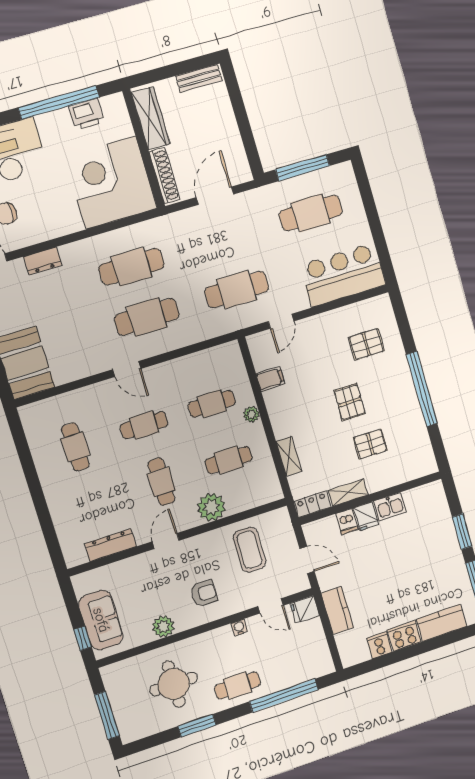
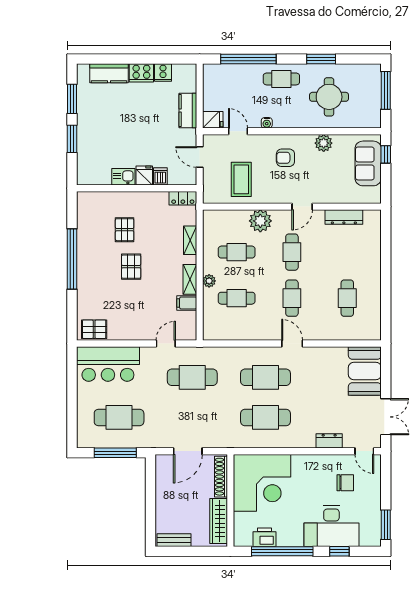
pallet: (366, 344) -> (94, 329), moved
cafe table: (144, 425) -> (292, 298), turned 90
pallet: (370, 444) -> (125, 230), turned 90
shelving: (348, 493) -> (190, 279), moved, turned 90

